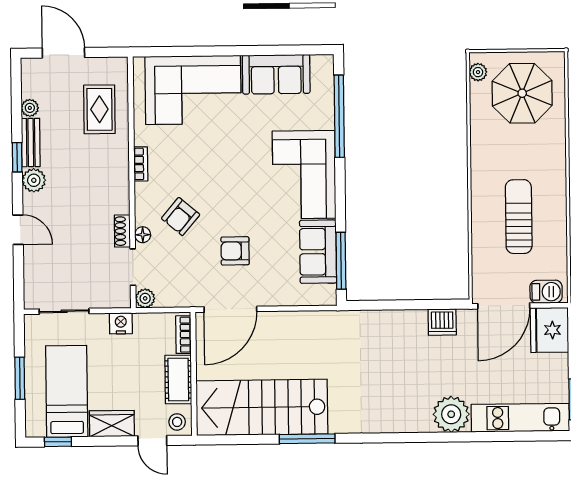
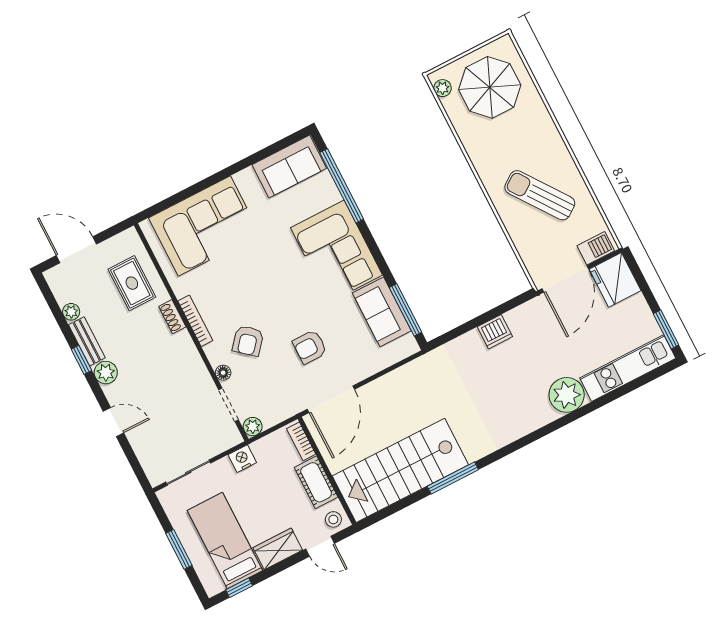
sofa: (276, 74) -> (289, 166), moved
bookcase: (141, 164) -> (195, 321), width x1.56
sun lounger: (519, 217) -> (540, 195), turned -36
shoe rack: (122, 231) -> (172, 317), moved
dishwasher: (442, 322) -> (495, 332), moved

